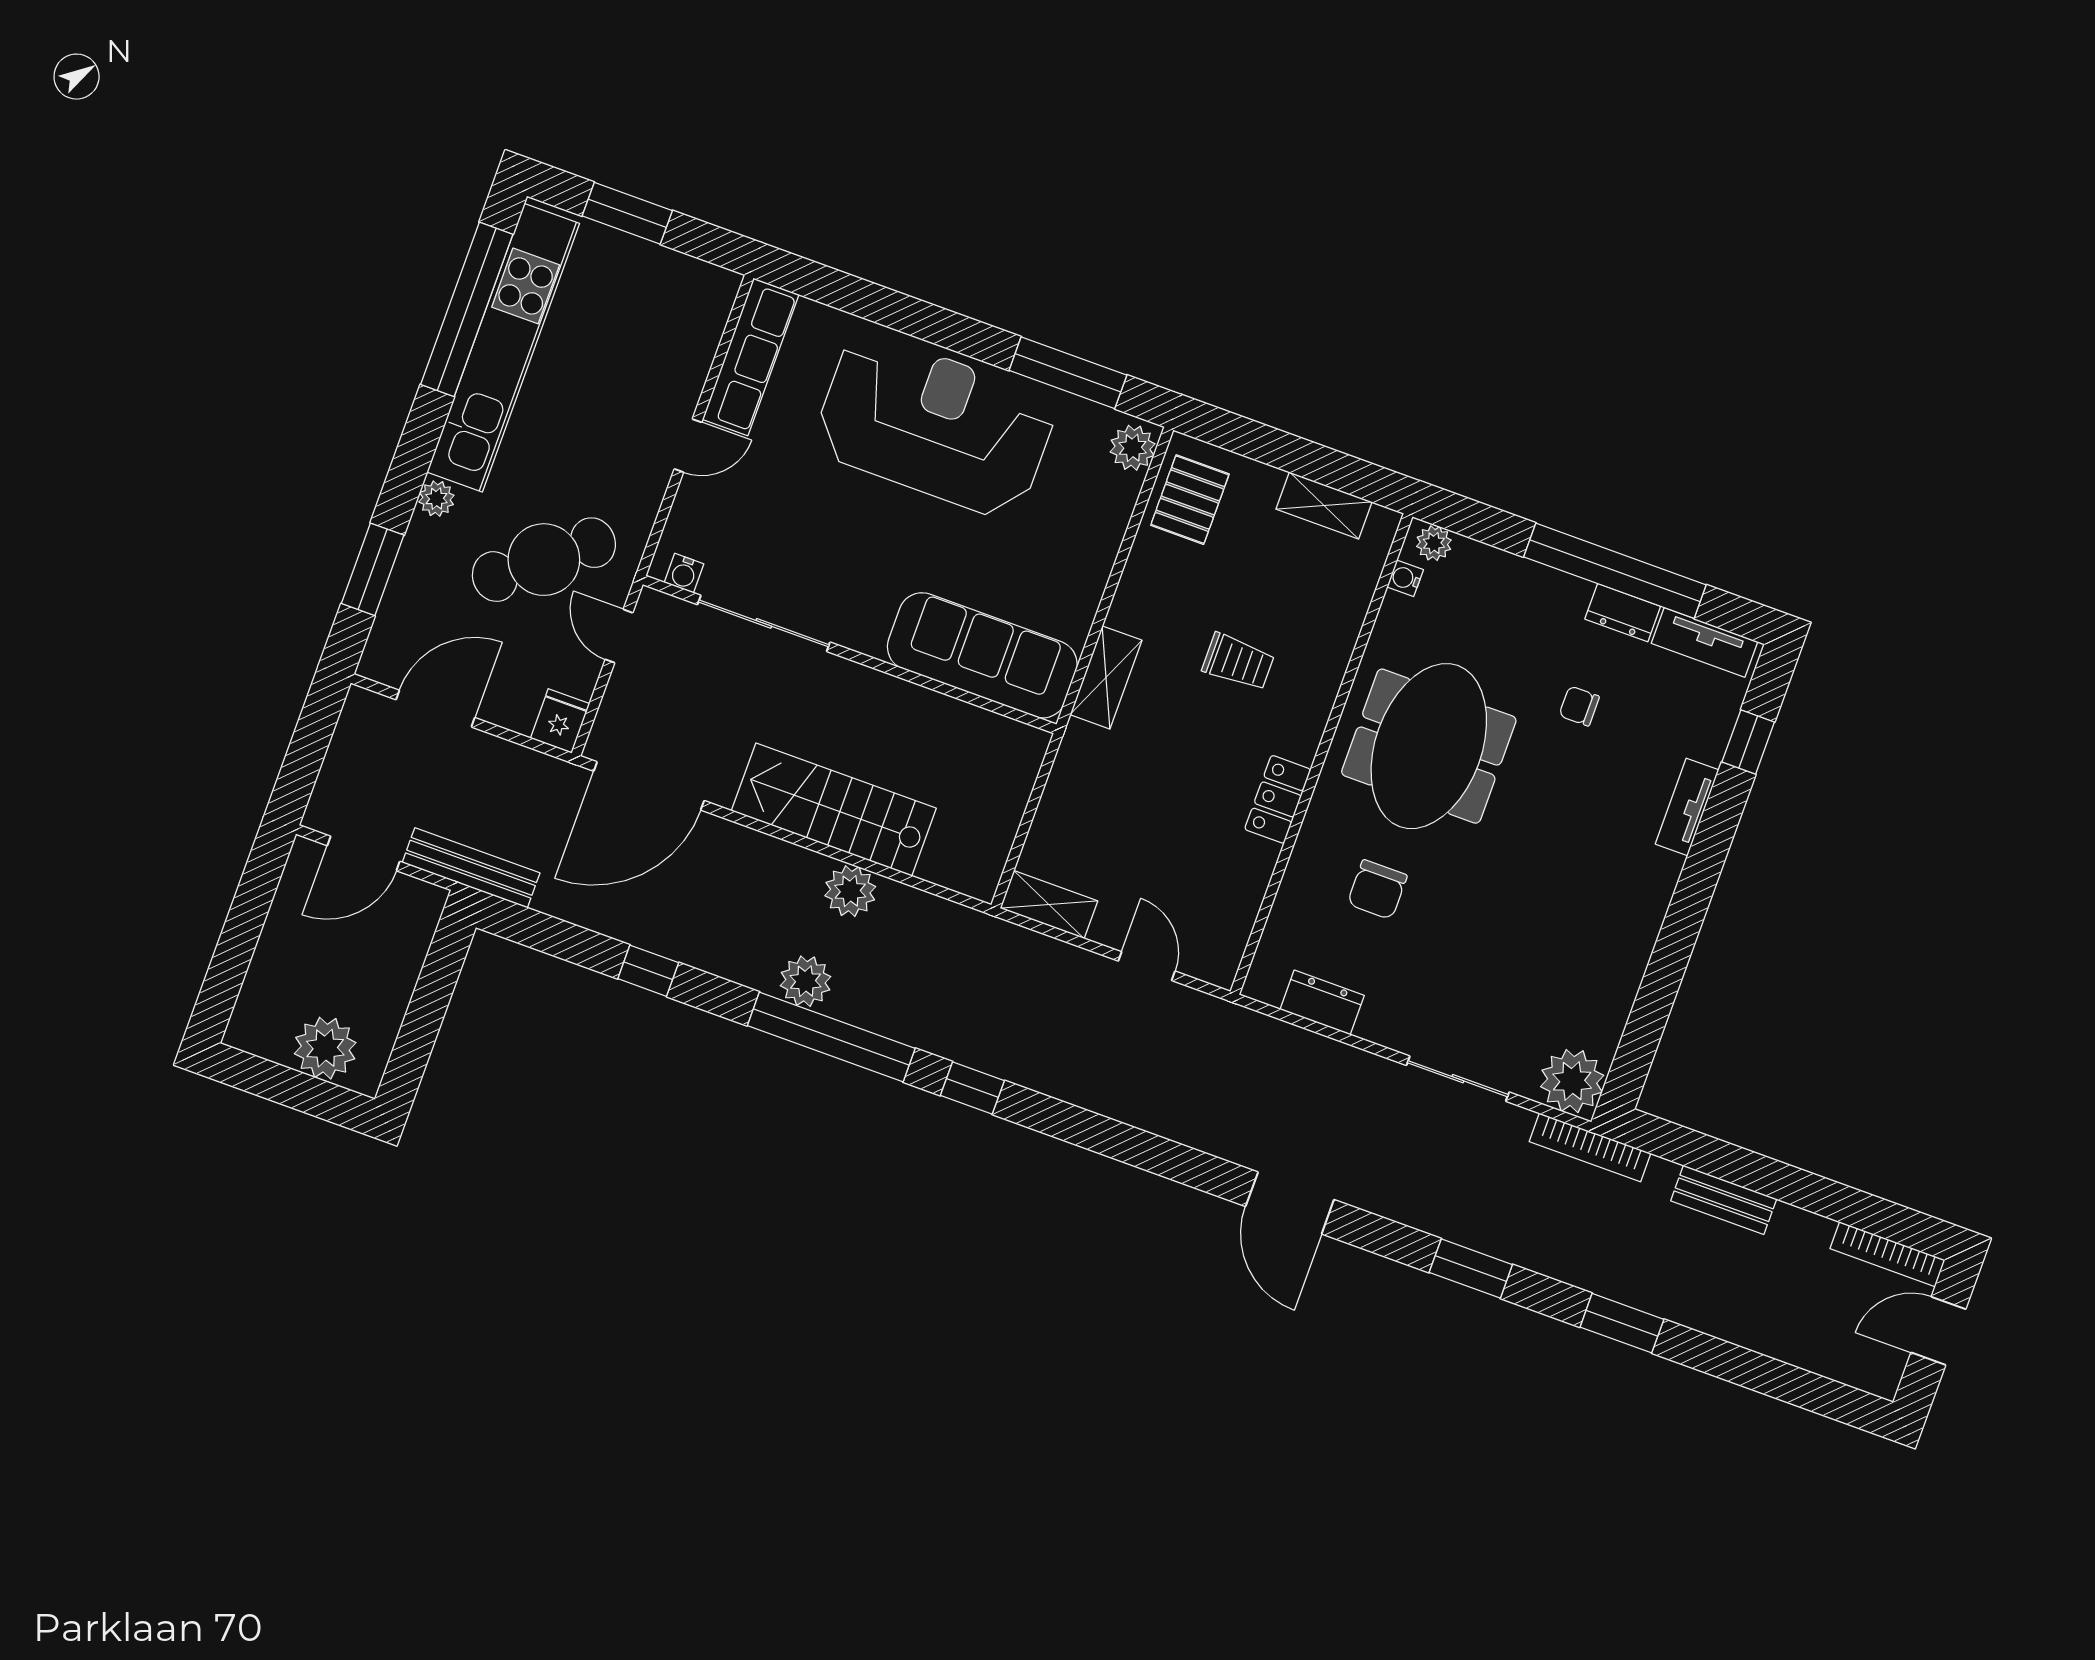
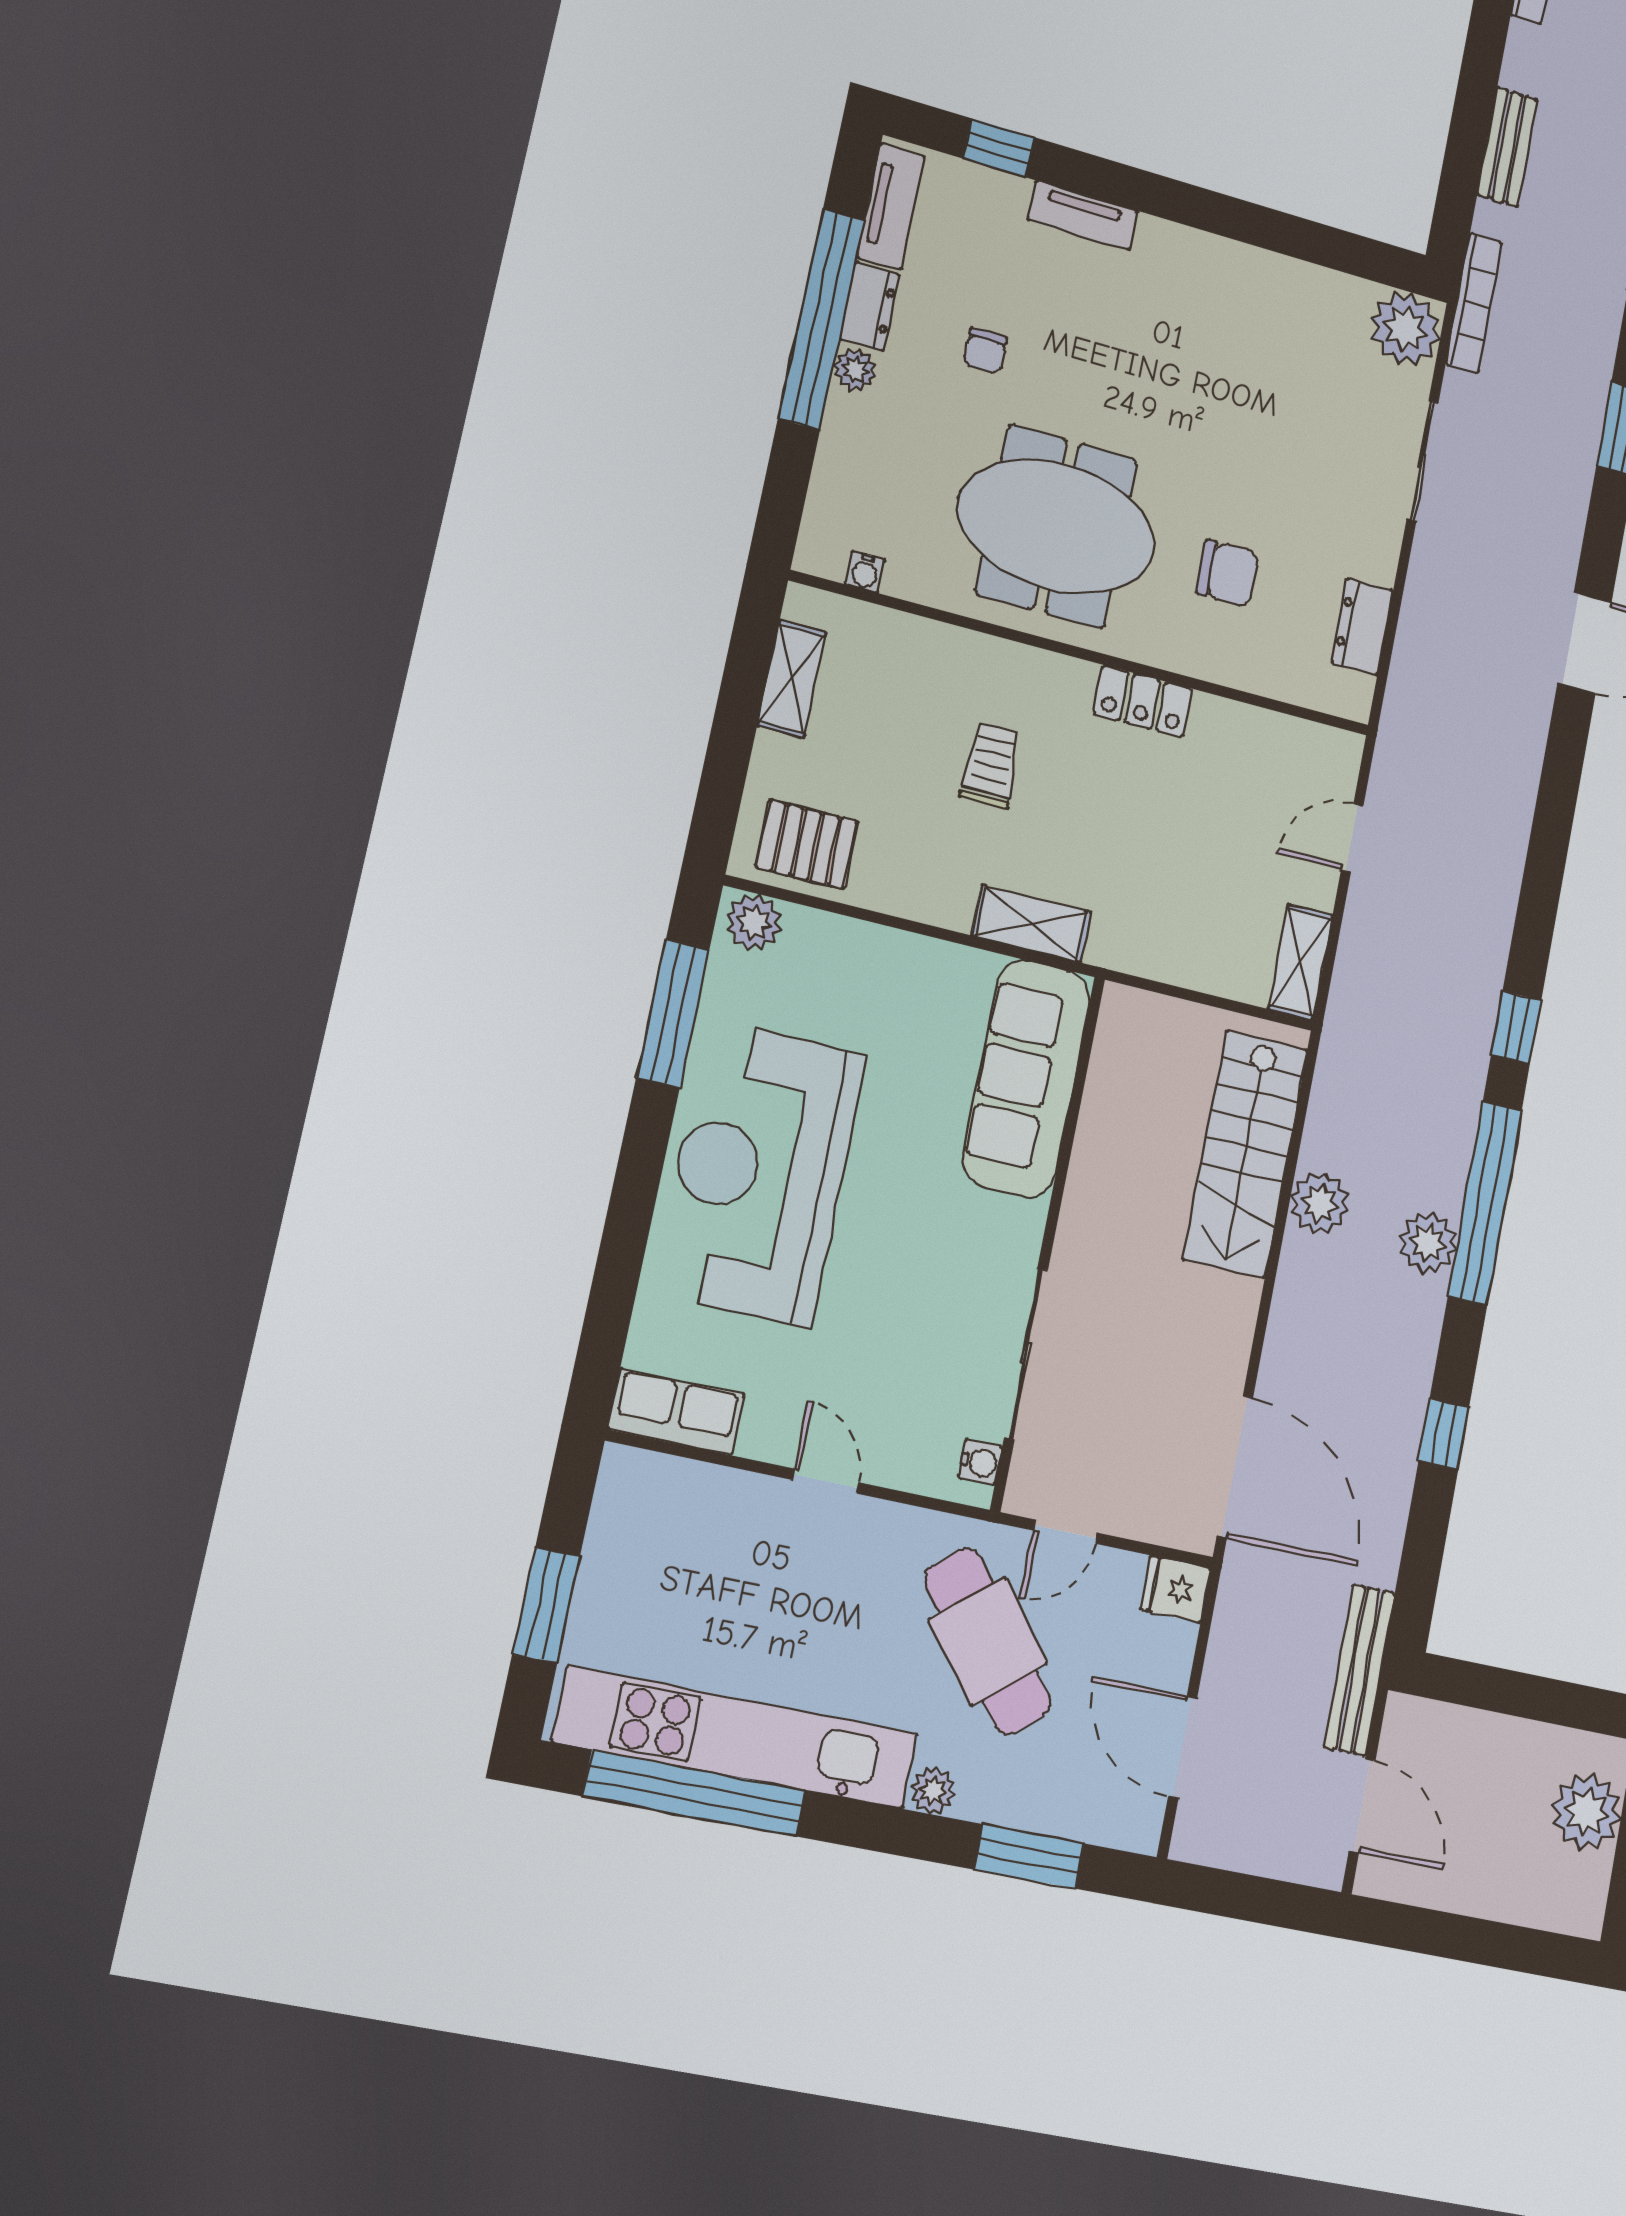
row of seats: (751, 357) -> (676, 1412), width x0.68
plant: (1434, 543) -> (855, 370), moved
stairs: (834, 810) -> (1245, 1154), moved

